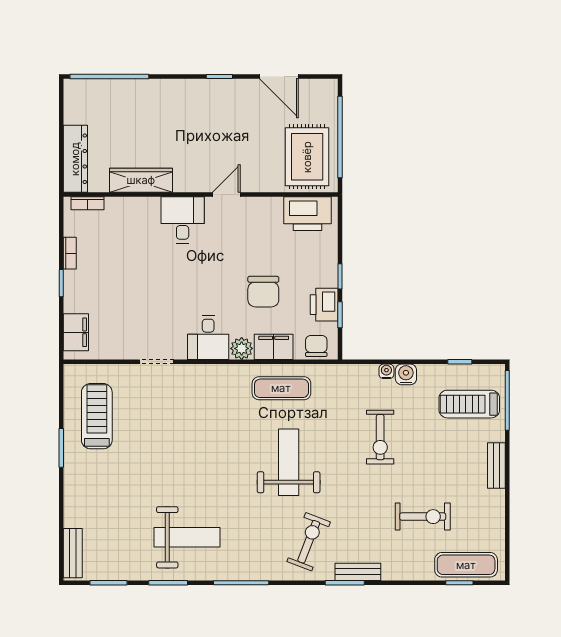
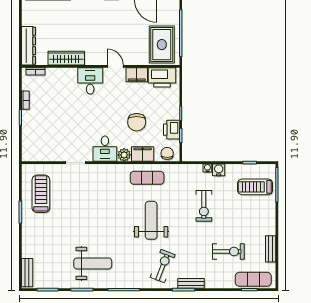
door: (226, 195) -> (115, 66), hinge flipped
filing cabinet: (76, 332) -> (137, 75), moved, turned 90
bench: (496, 465) -> (271, 249), moved

